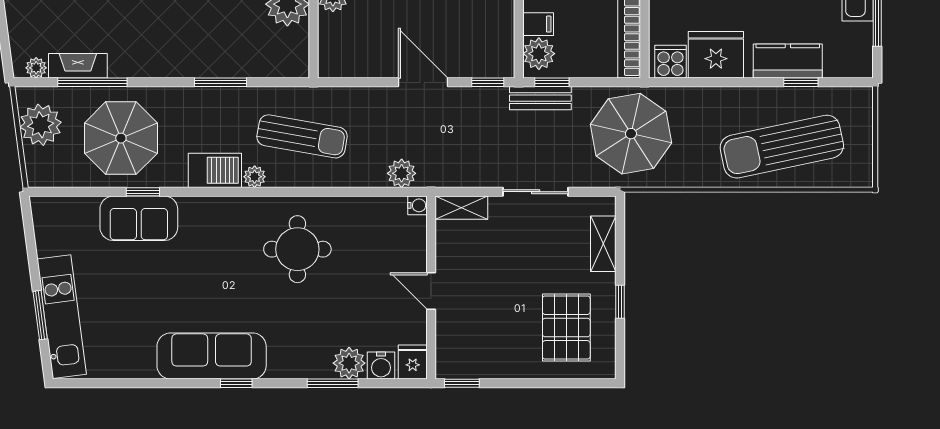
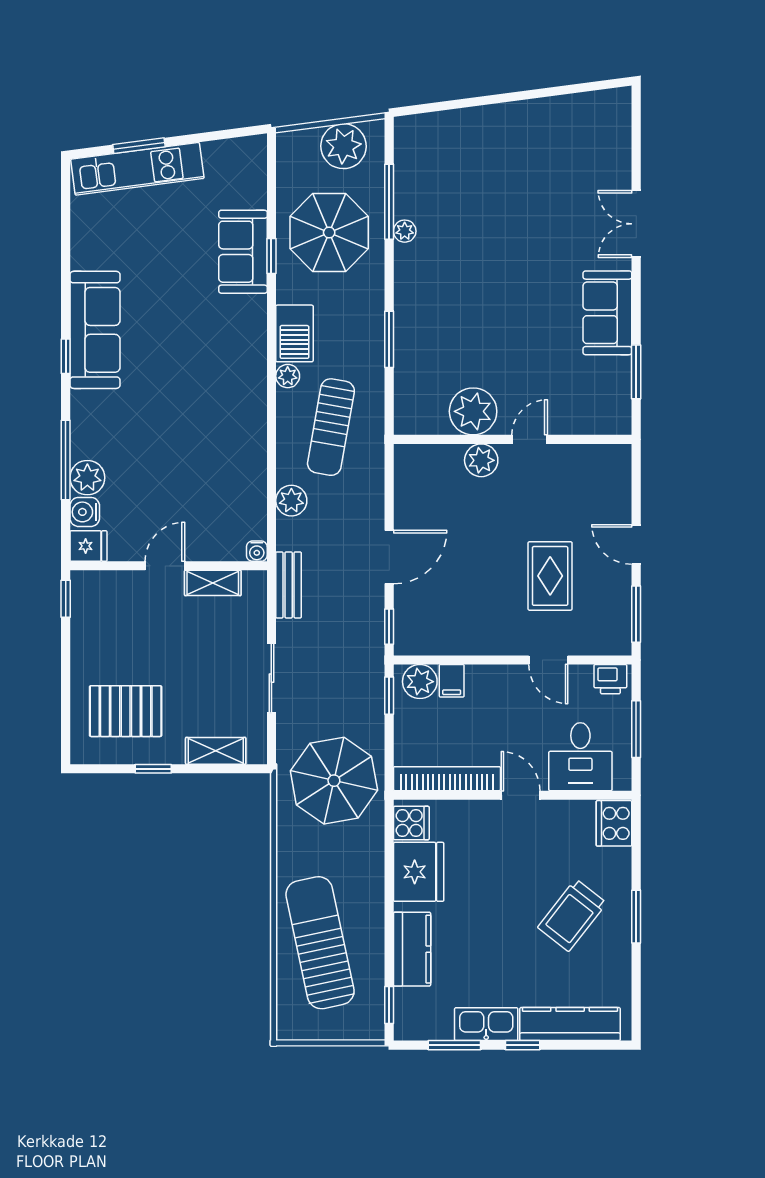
fireplace: (78, 66) -> (407, 186), removed
plant: (36, 68) -> (405, 231), moved
window: (801, 82) -> (389, 1005), moved
bench: (540, 98) -> (289, 585), moved
plant: (402, 173) -> (291, 501), moved
shelving: (461, 208) -> (213, 583), moved, turned 90
round table: (297, 249) -> (210, 422), removed
window: (333, 383) -> (66, 460), width x1.44

